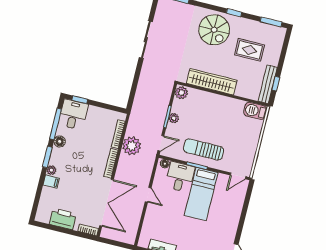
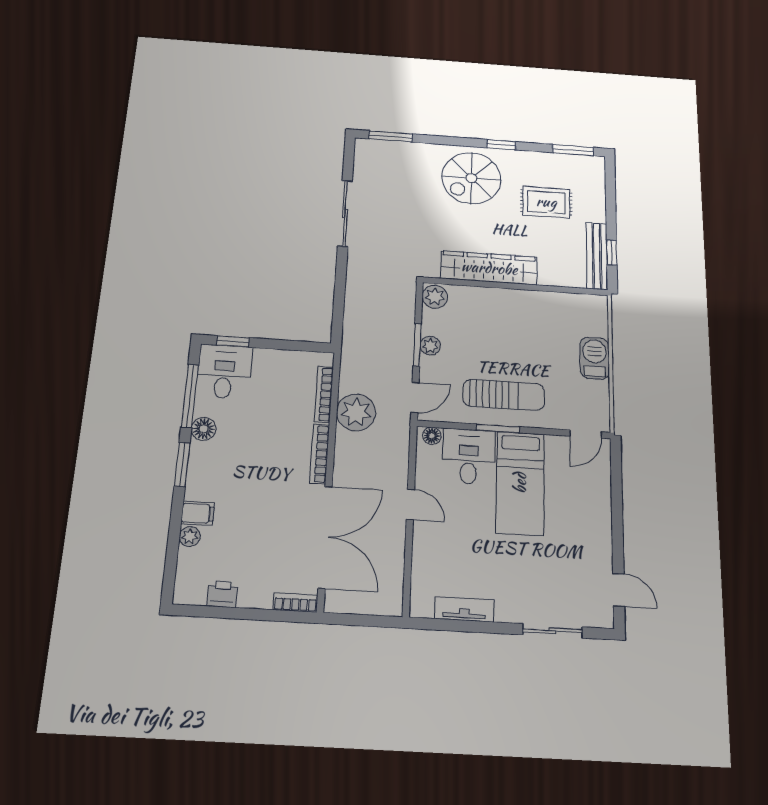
spiral stairs: (214, 30) -> (471, 178), turned 90
barbecue: (255, 111) -> (595, 358), moved, turned 90
sun lounger: (204, 149) -> (504, 395), turned 180
plant: (51, 170) -> (190, 536), moved
printer: (63, 219) -> (222, 594), width x0.53, depth x0.68

